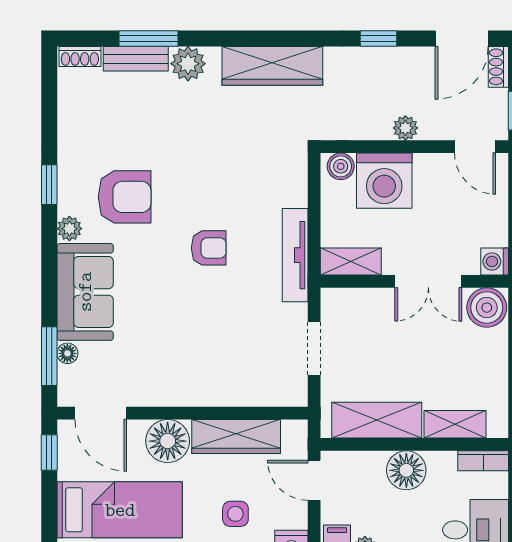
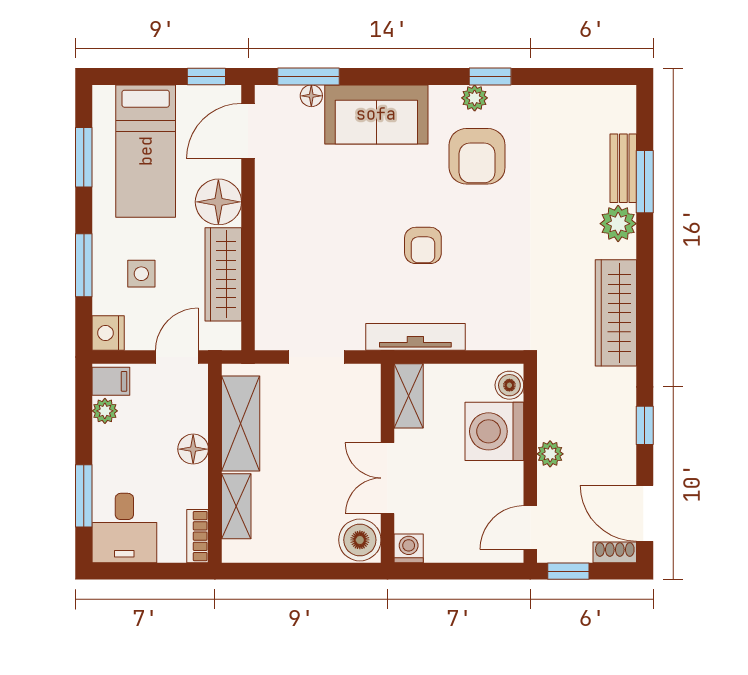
shoe rack: (80, 57) -> (626, 109), removed
plant: (69, 229) -> (475, 98), moved
floor lamp: (406, 470) -> (193, 449), width x0.73, depth x0.73

